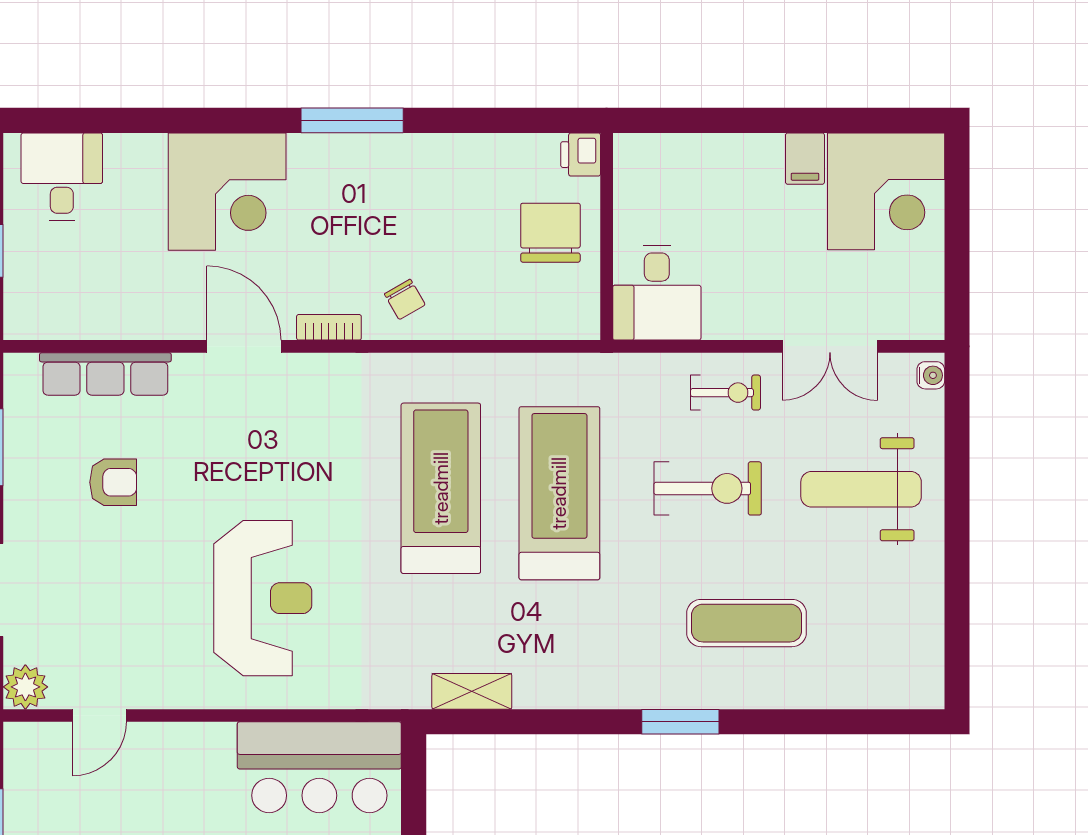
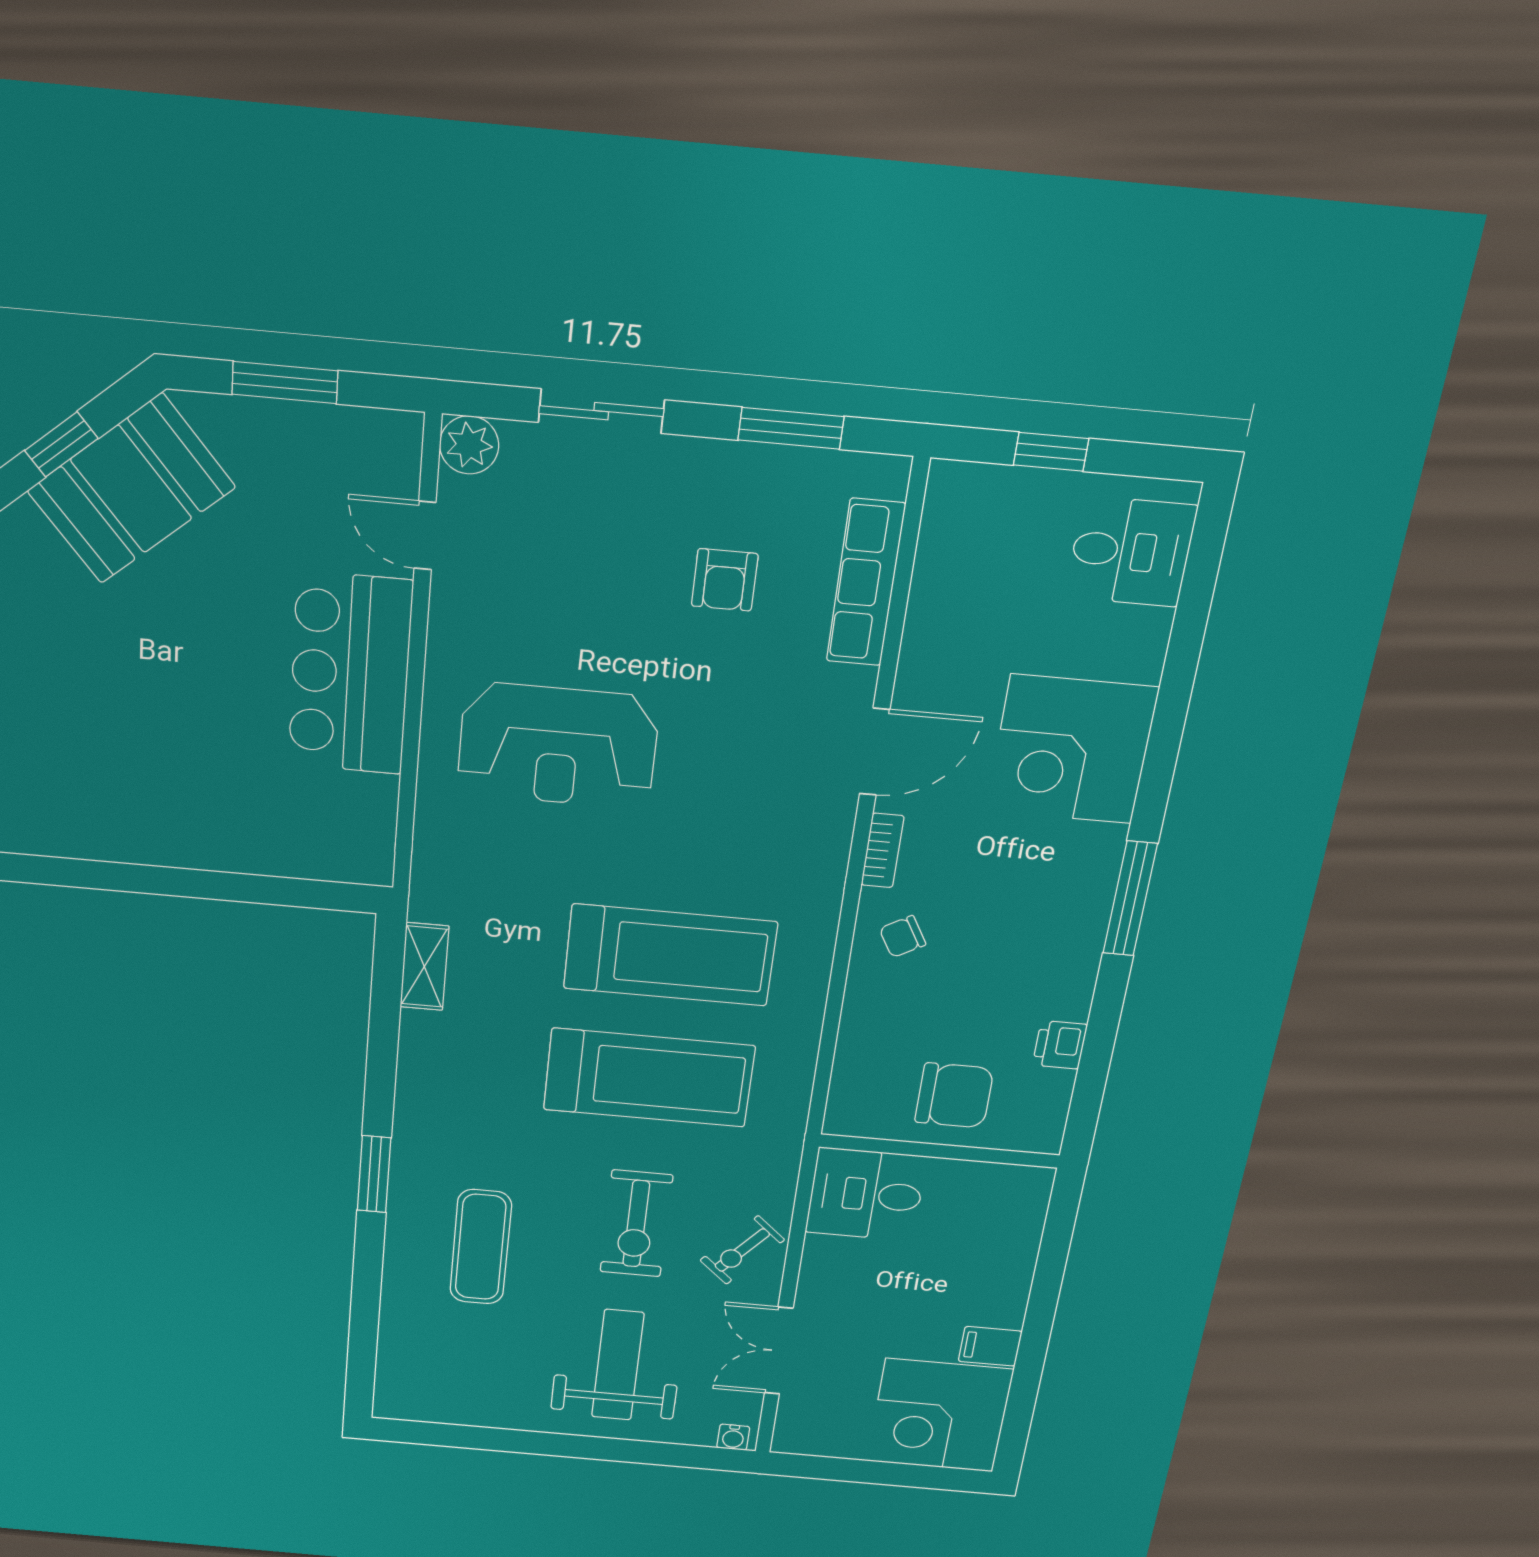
printer: (581, 155) -> (1060, 1045), moved, turned -90
exercise bike: (725, 393) -> (742, 1250), turned 41
bar counter: (319, 767) -> (350, 674), moved

